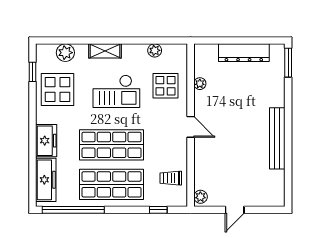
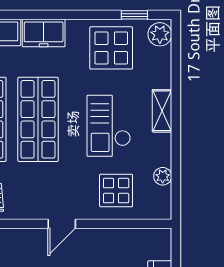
plant: (65, 53) -> (160, 34), moved
plant: (200, 84) -> (119, 236), removed

